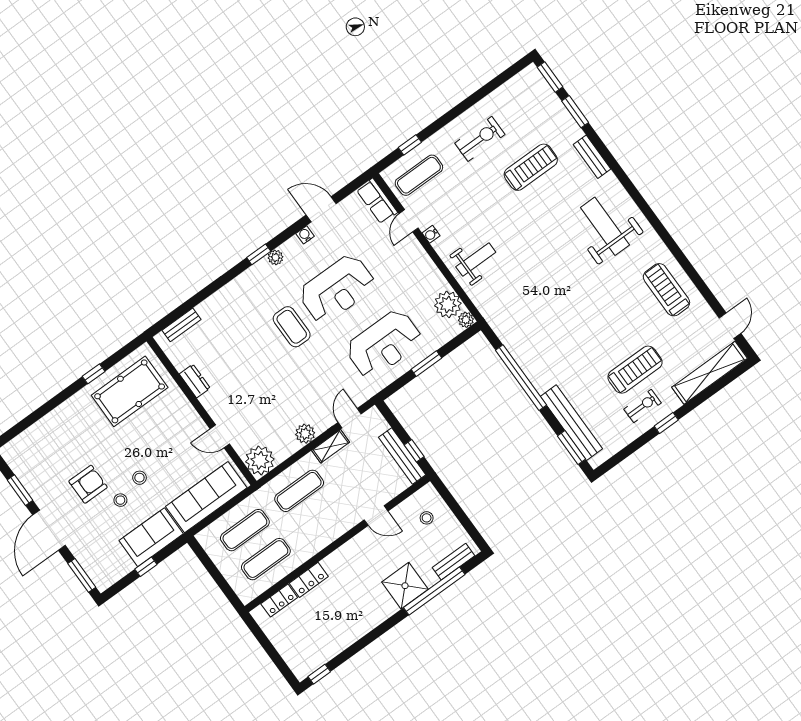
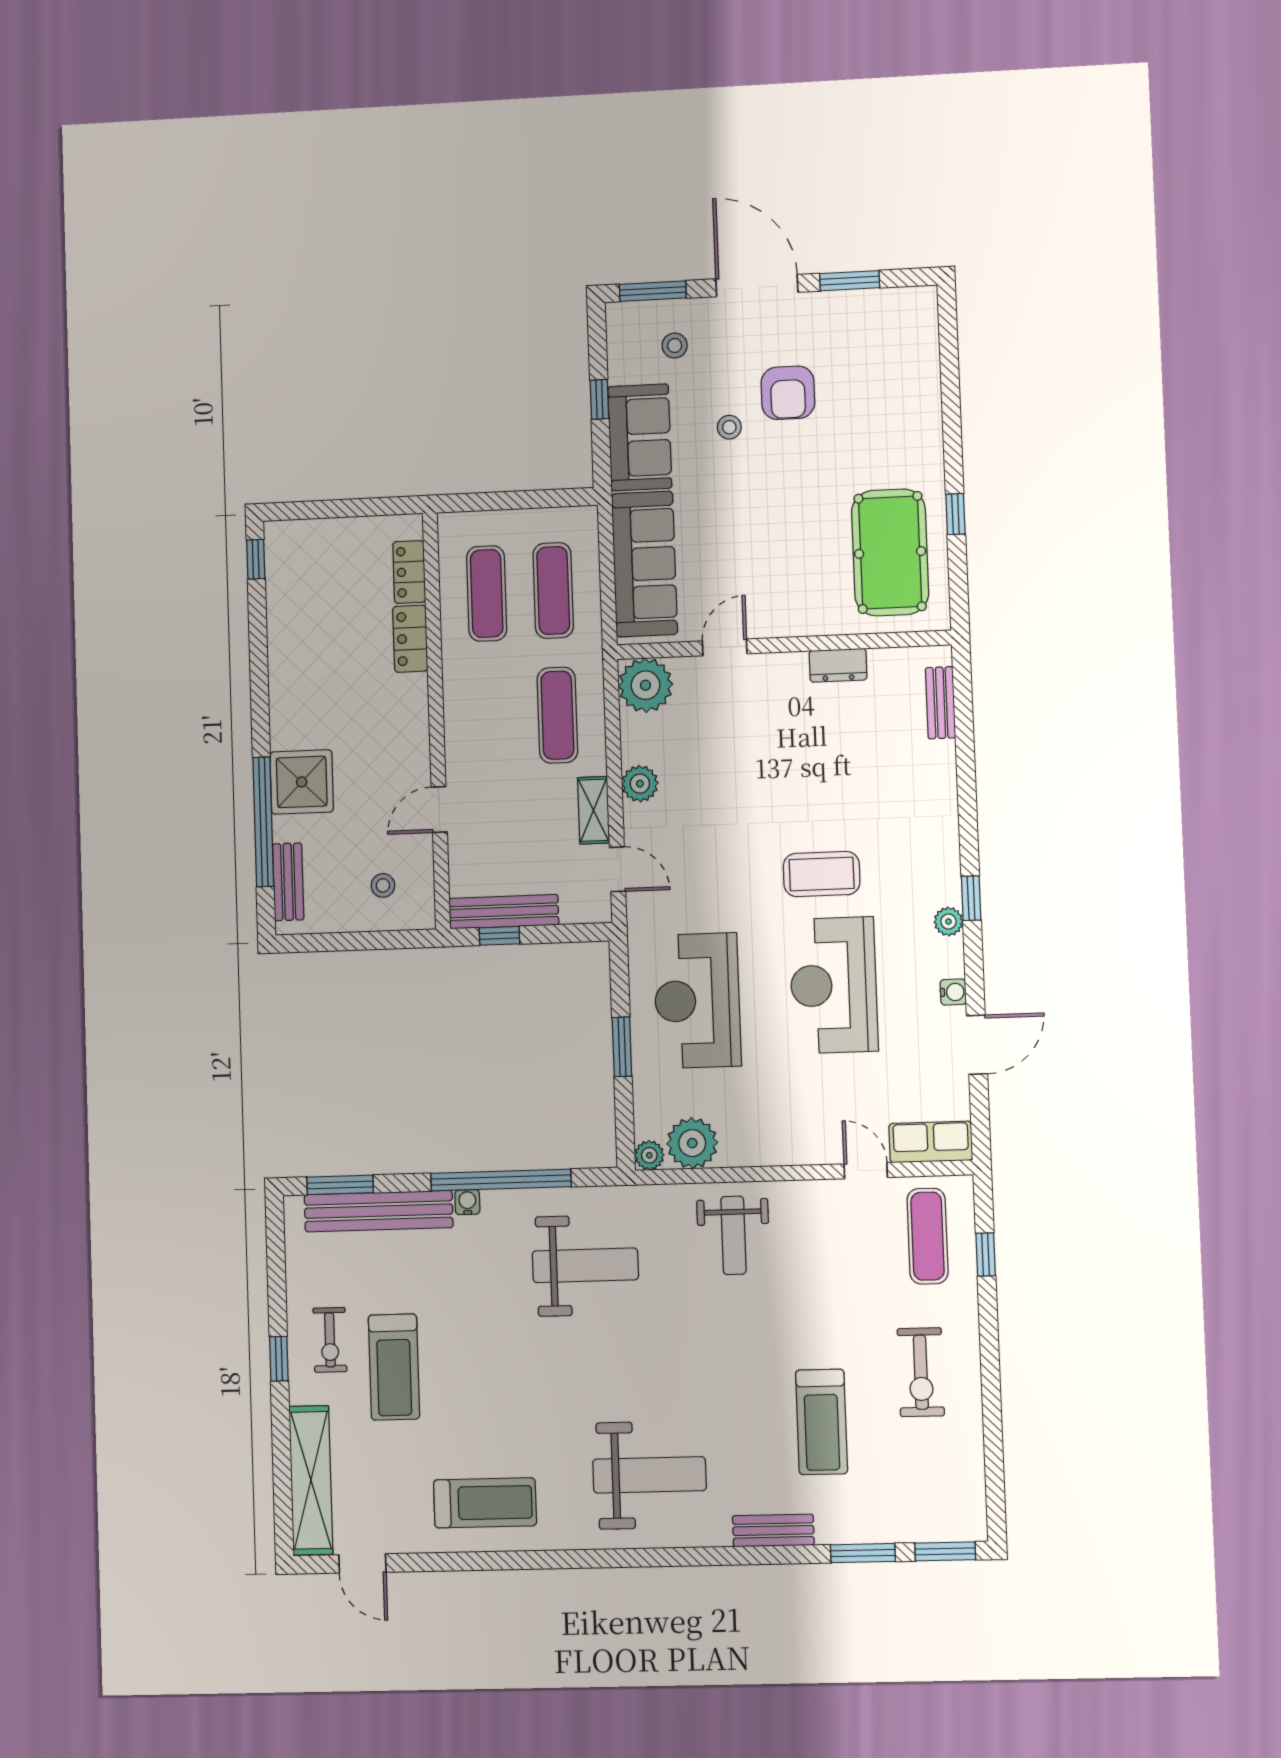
water cooler: (431, 234) -> (467, 1202), moved
weight bench: (533, 315) -> (585, 1265), added
stool: (139, 478) -> (675, 346), moved

